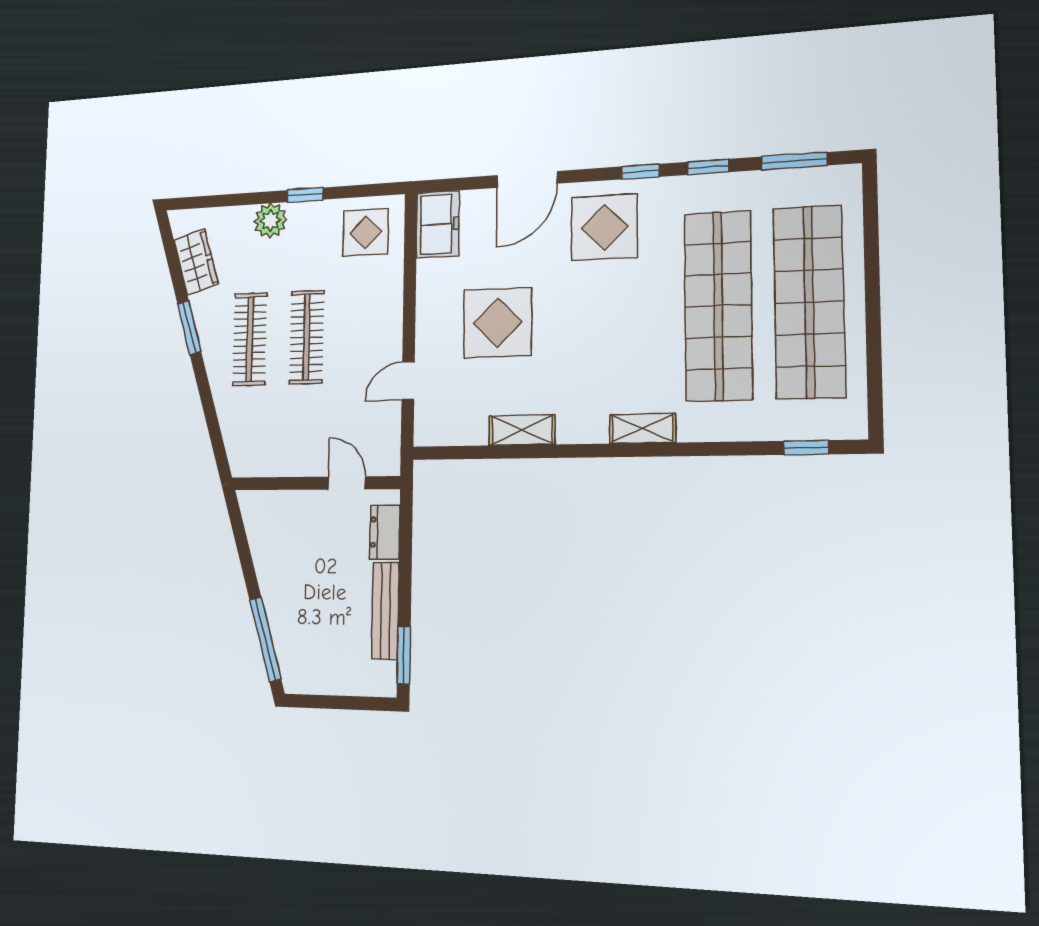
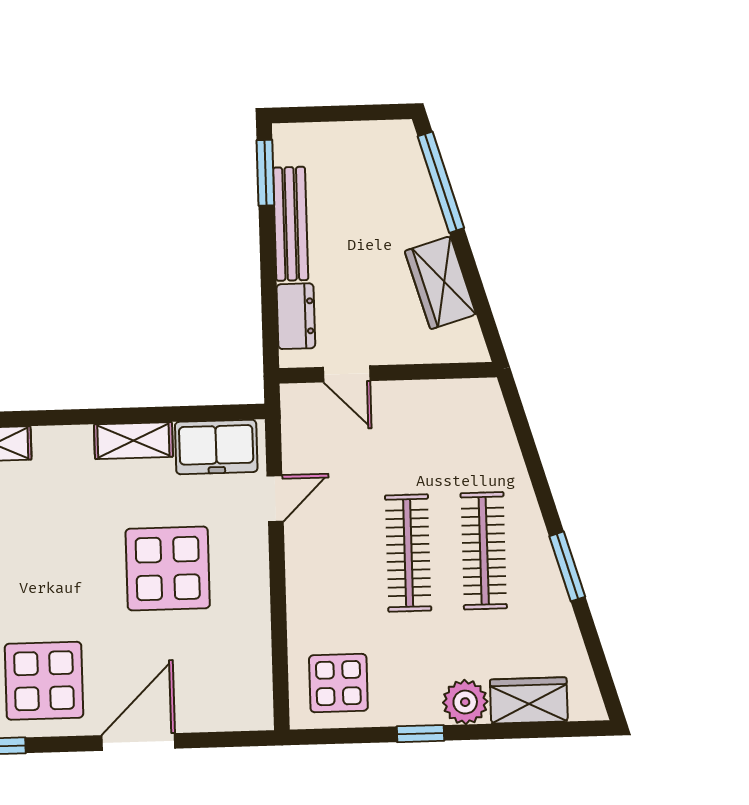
freezer: (438, 224) -> (216, 447), moved, turned -90
wardrobe: (196, 262) -> (529, 700), moved, turned 107
wardrobe: (270, 556) -> (440, 283), added

